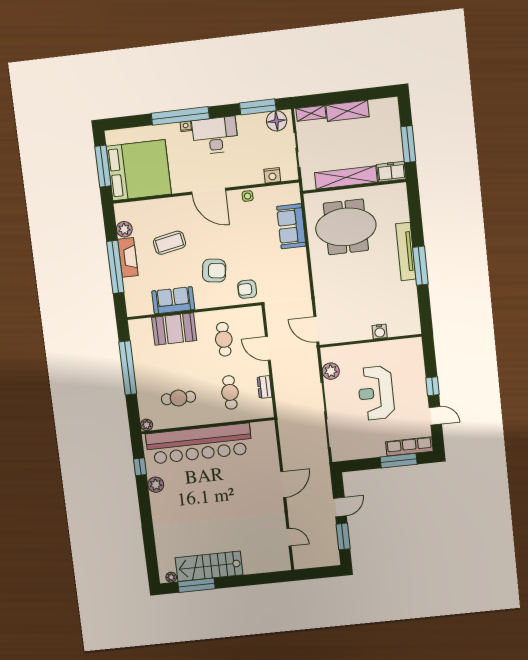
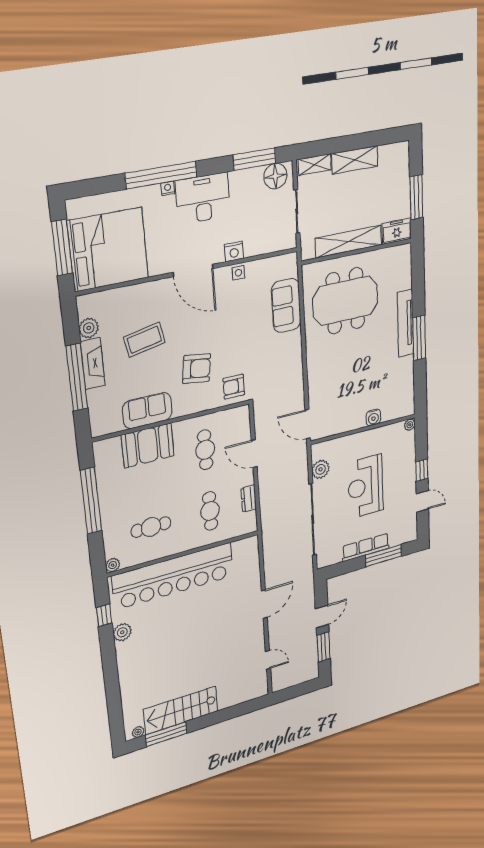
nightstand: (272, 175) -> (234, 251), moved
plant: (417, 343) -> (410, 425), added
row of seats: (409, 446) -> (366, 547), moved

